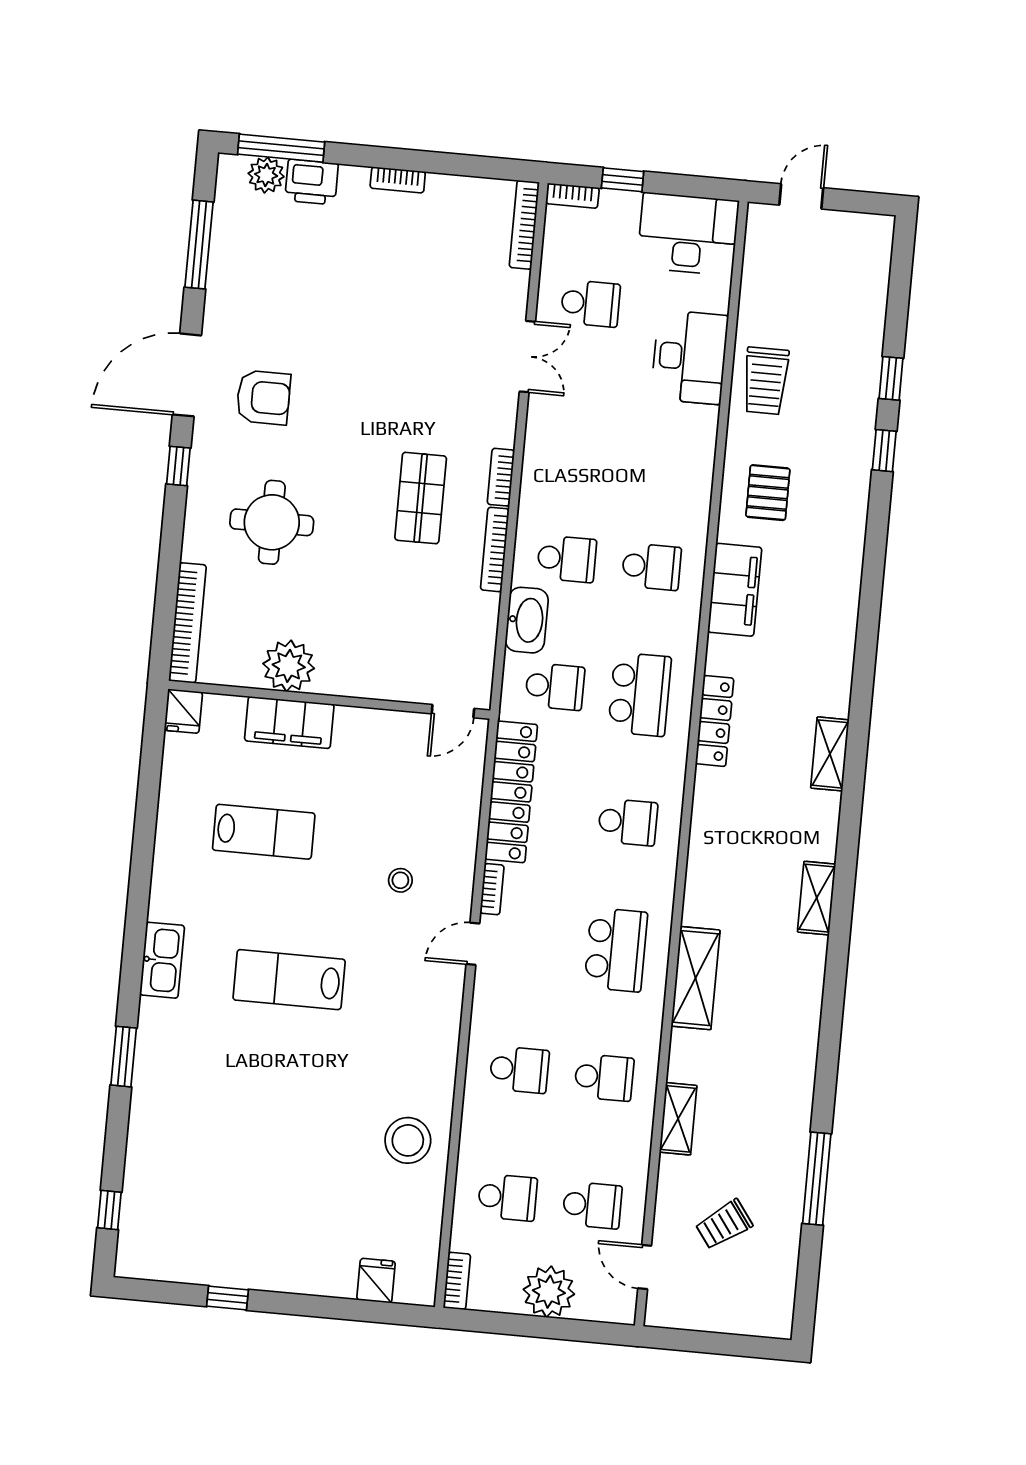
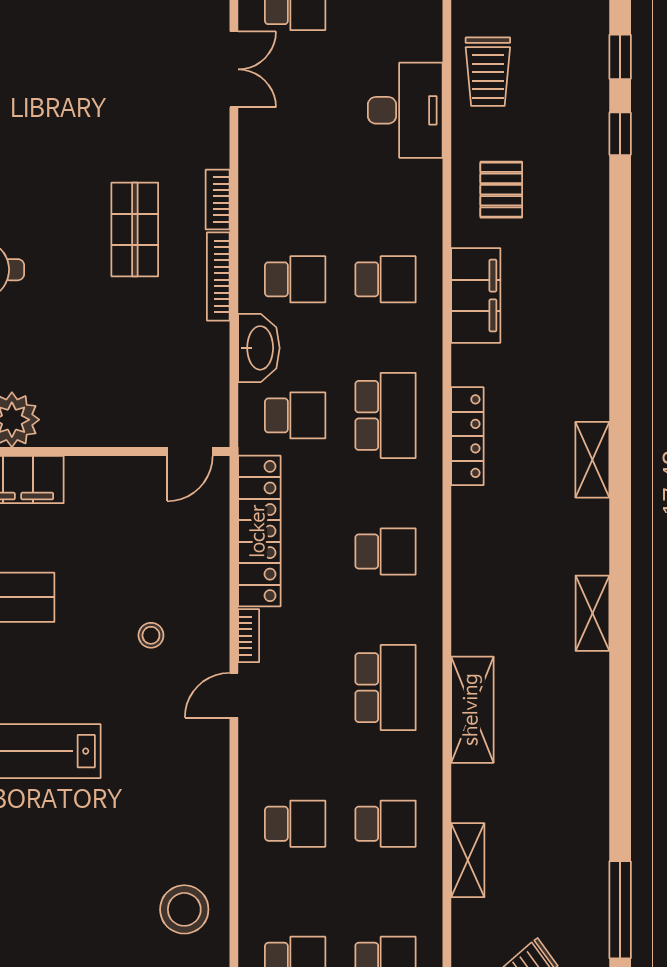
desk: (690, 357) -> (405, 110), moved

